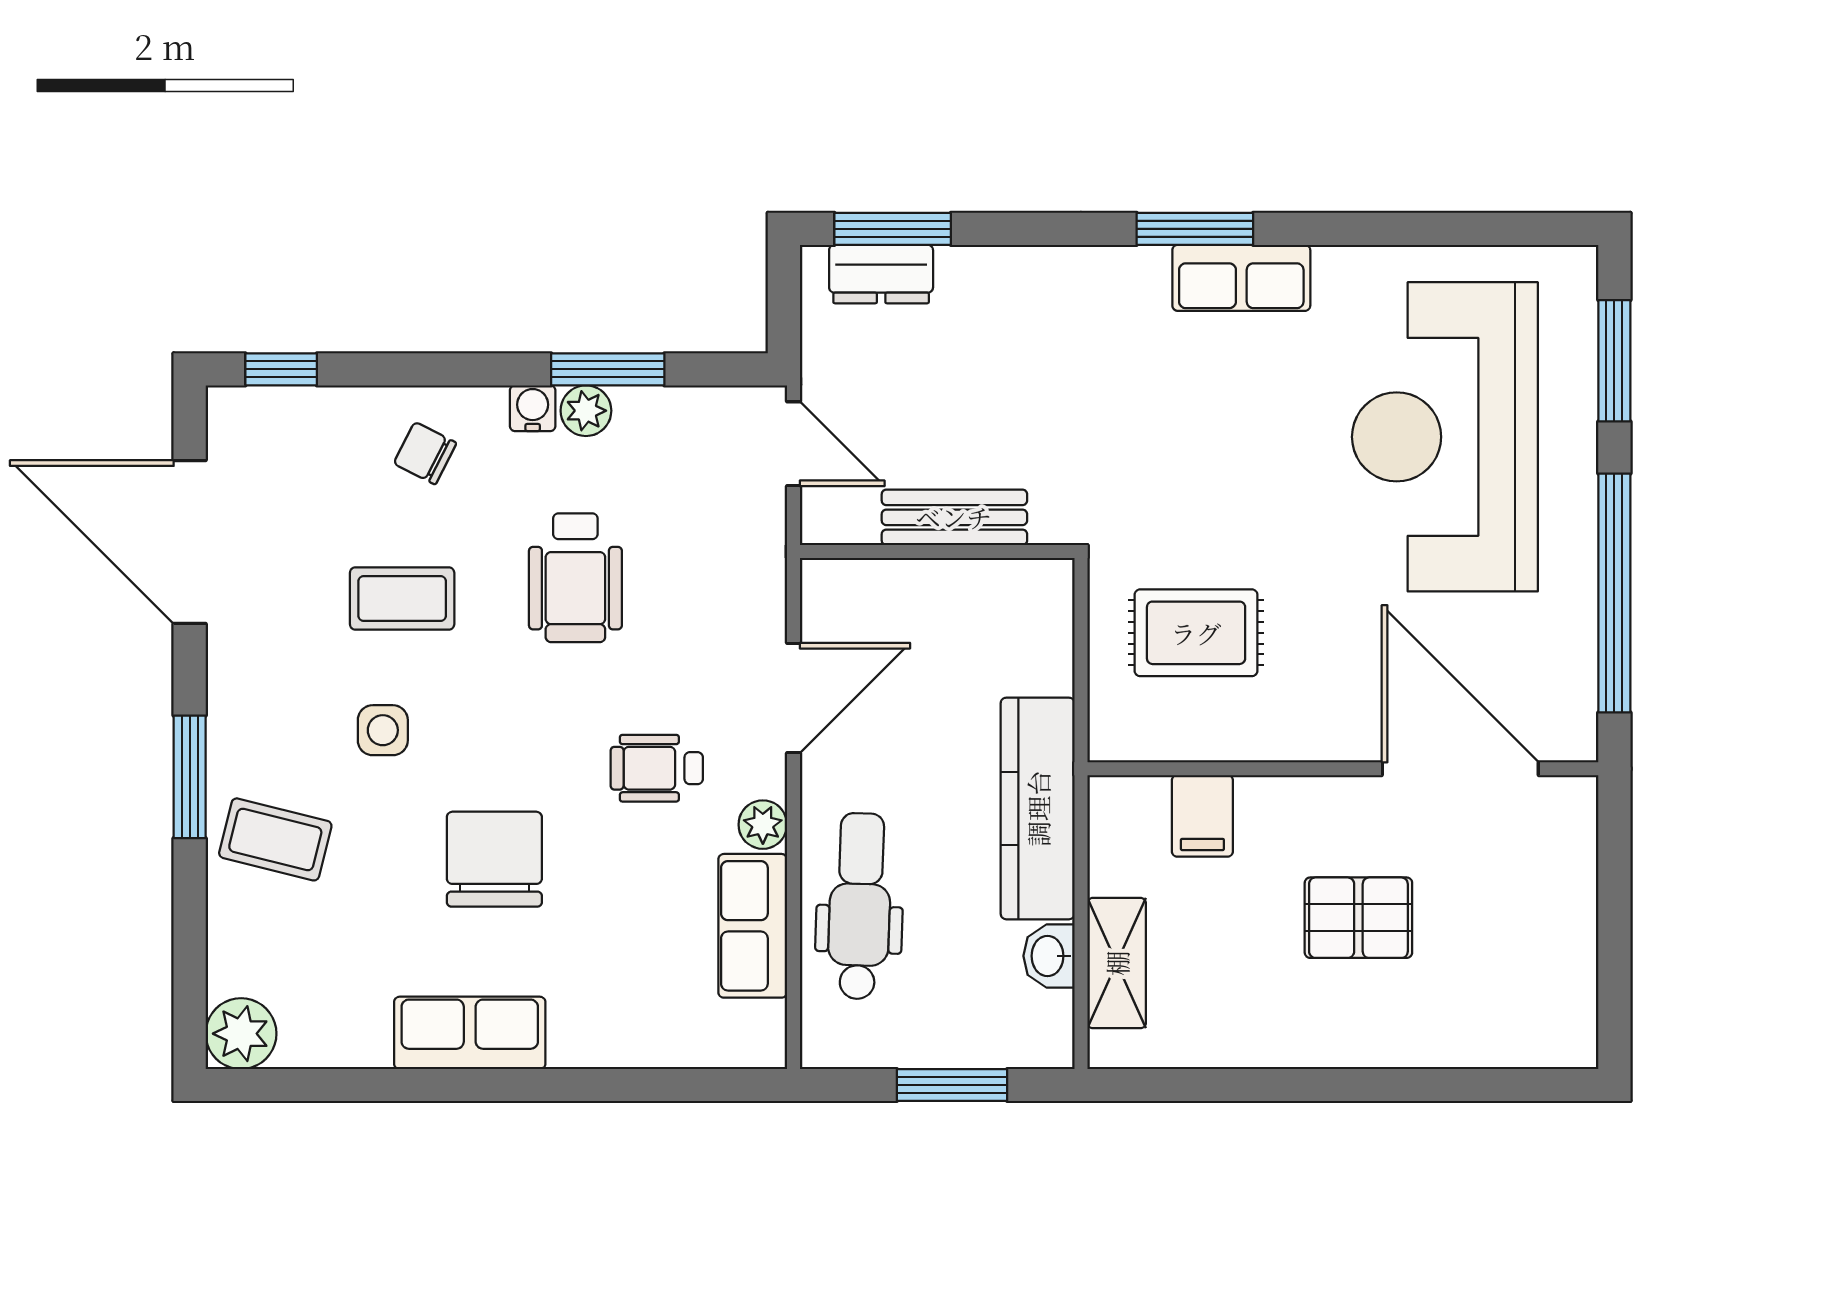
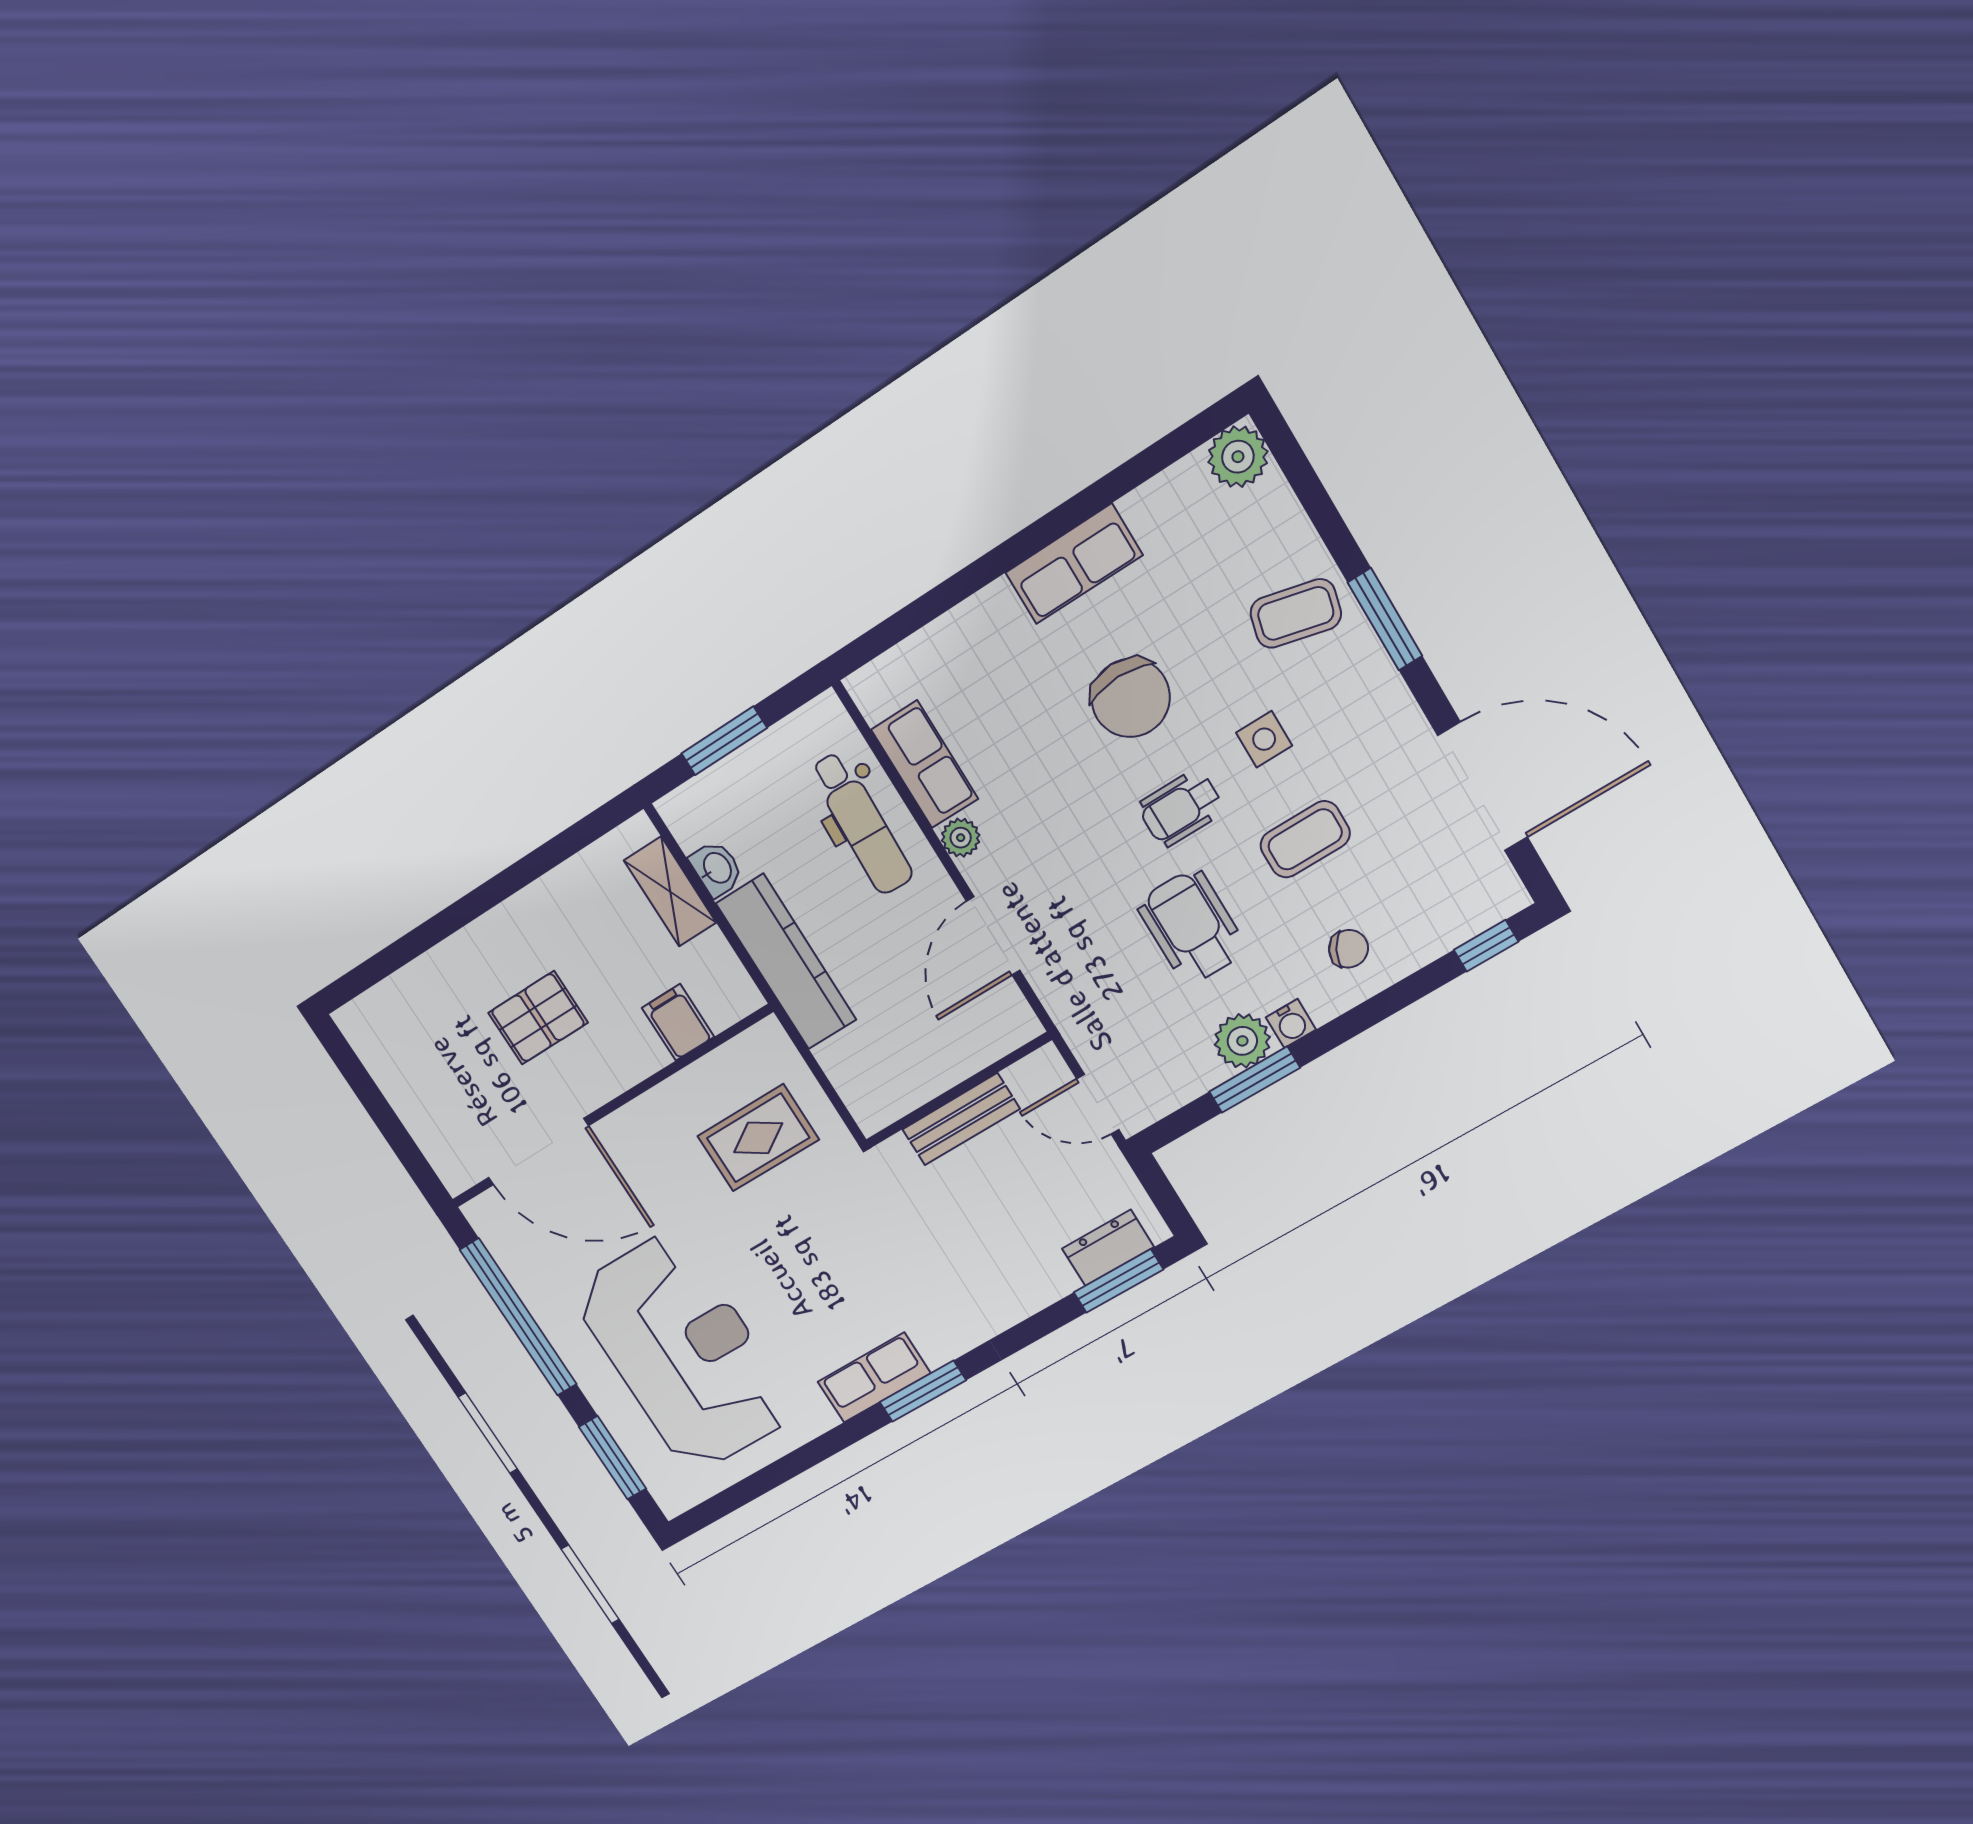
plant: (586, 411) -> (1242, 1041), width x1.38, depth x1.38
wheelchair: (657, 768) -> (1181, 808), moved, turned 180

